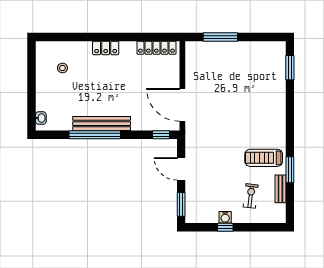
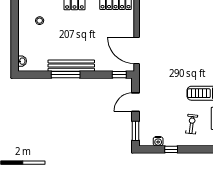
window: (95, 135) -> (66, 75), width x0.68
door: (181, 169) -> (135, 102), hinge flipped
water cooler: (225, 217) -> (158, 141), moved

